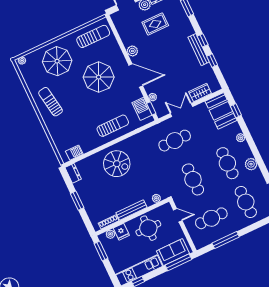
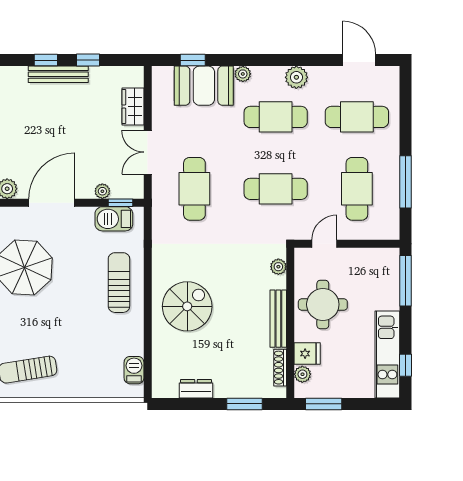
booth: (221, 111) -> (204, 86), moved
dresser: (73, 173) -> (196, 389), moved
window: (77, 201) -> (244, 404), moved
sofa: (173, 252) -> (384, 282), removed

